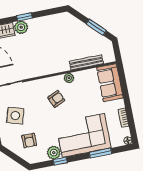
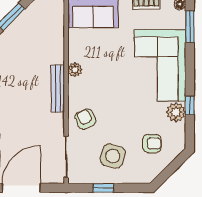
bench: (86, 62) -> (58, 89), moved
armchair: (56, 99) -> (85, 119), moved
window: (100, 153) -> (190, 27), moved

